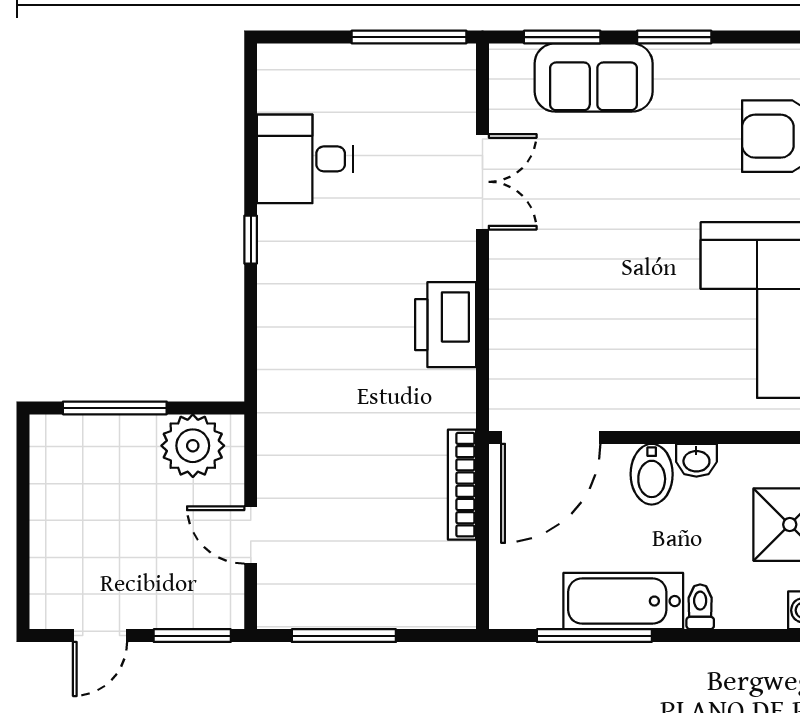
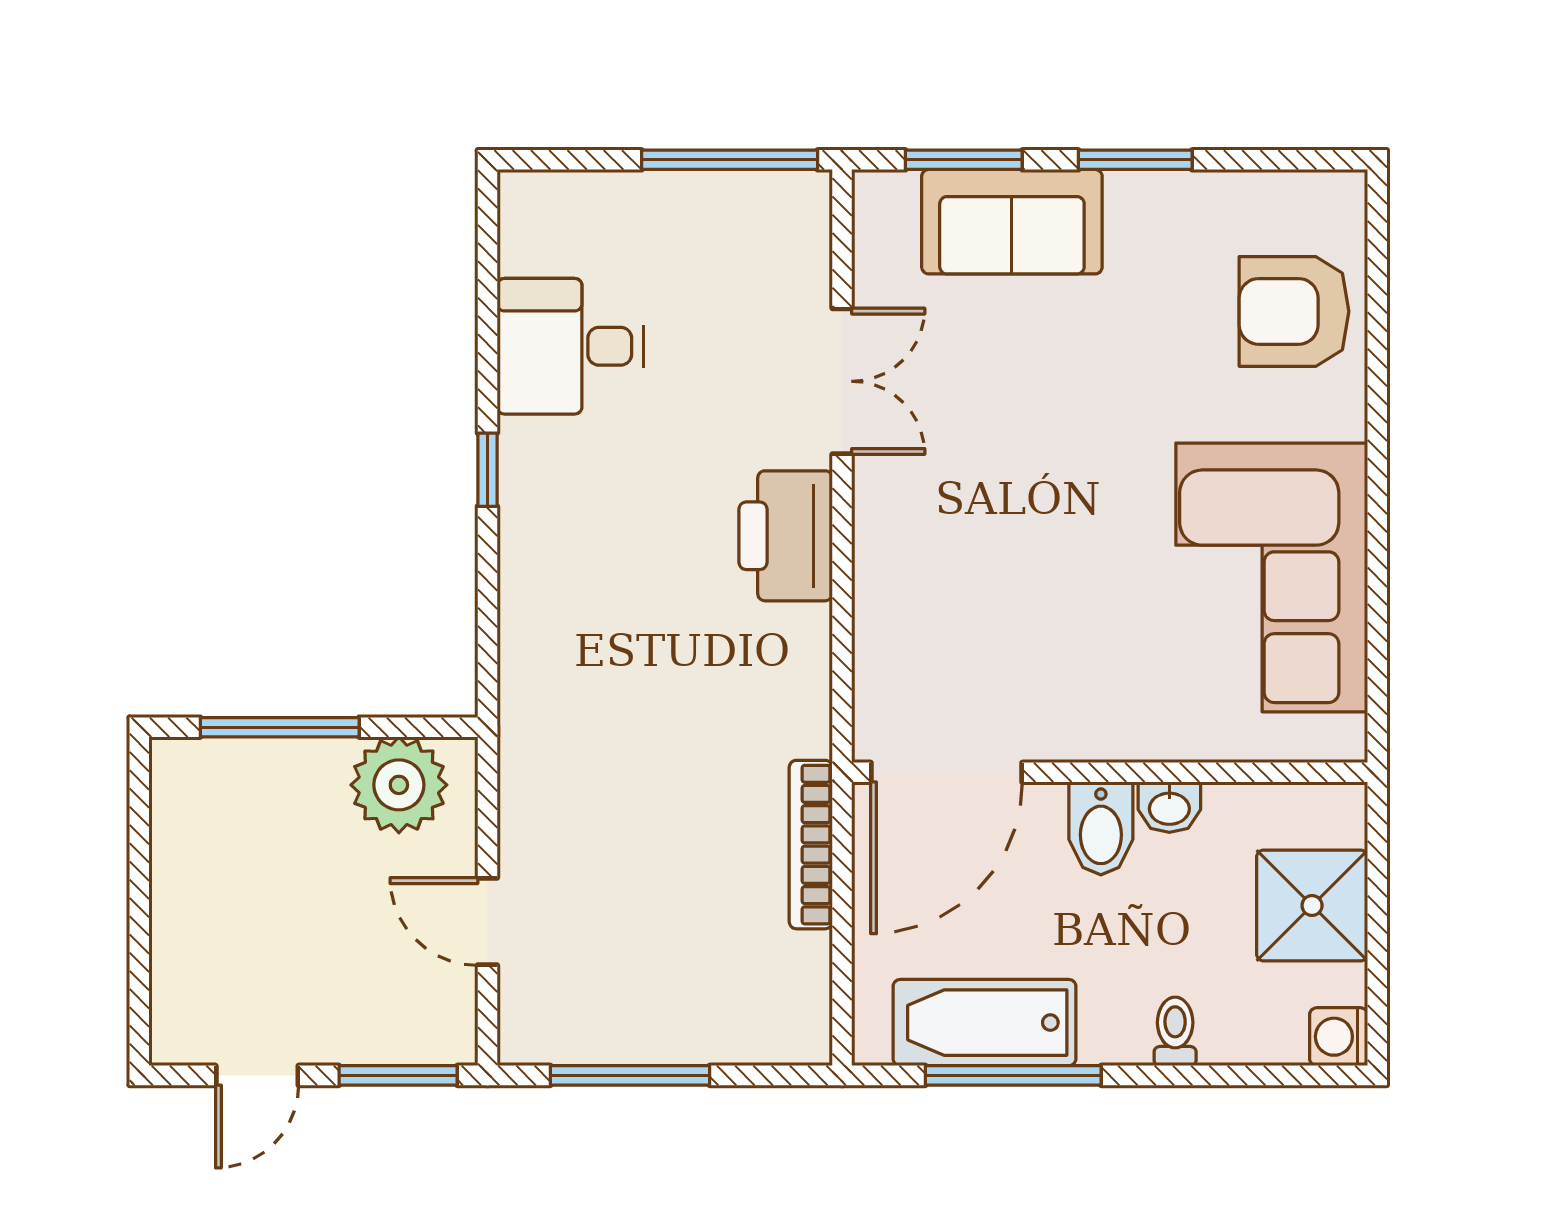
printer: (446, 325) -> (786, 536), moved
bathtub: (623, 601) -> (984, 1023), moved

